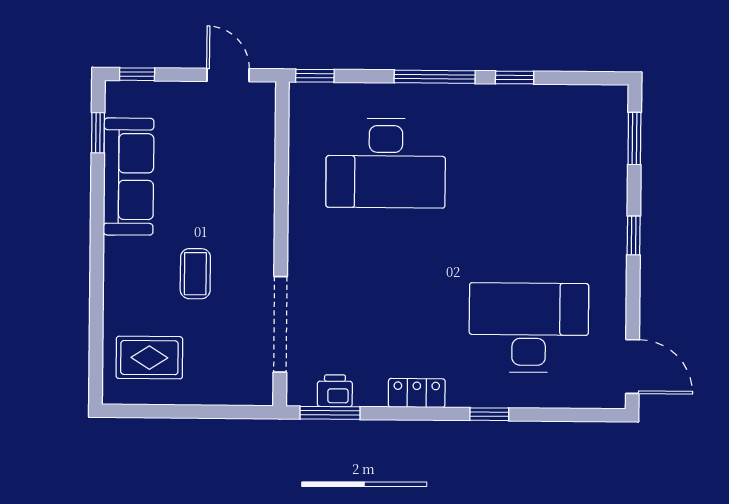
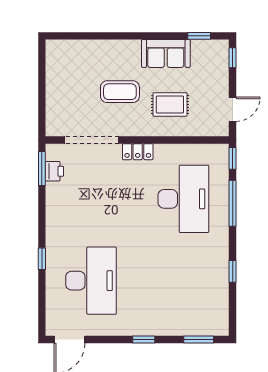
window: (435, 77) -> (233, 203), moved
desk: (386, 163) -> (183, 199), turned 180
sofa: (129, 177) -> (166, 53), width x0.73
coffee table: (195, 274) -> (120, 92), width x1.36, depth x1.30
rug: (149, 358) -> (170, 104), moved, turned 90
locker: (417, 393) -> (138, 152), moved, turned 90

